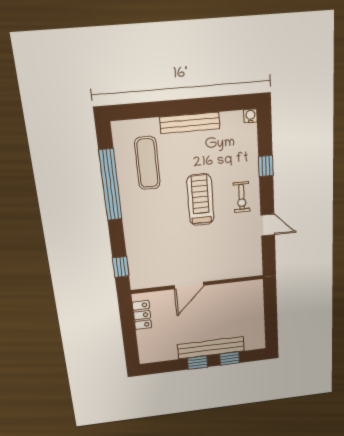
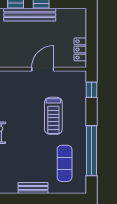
bench: (190, 123) -> (33, 188), width x0.73
treadmill: (200, 200) -> (53, 116), moved

